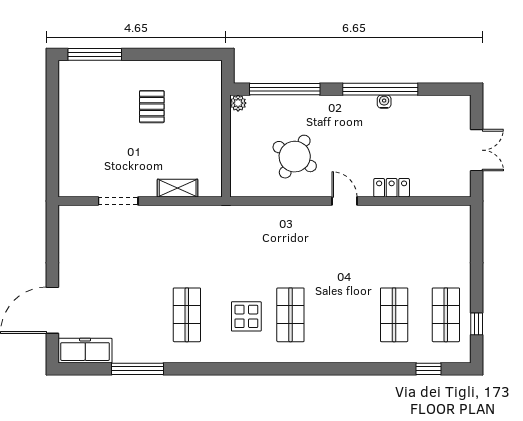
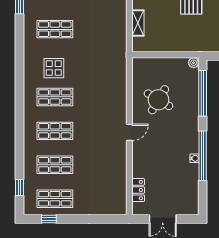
locker: (392, 188) -> (138, 190), moved
shop shelf: (342, 315) -> (55, 131), added

